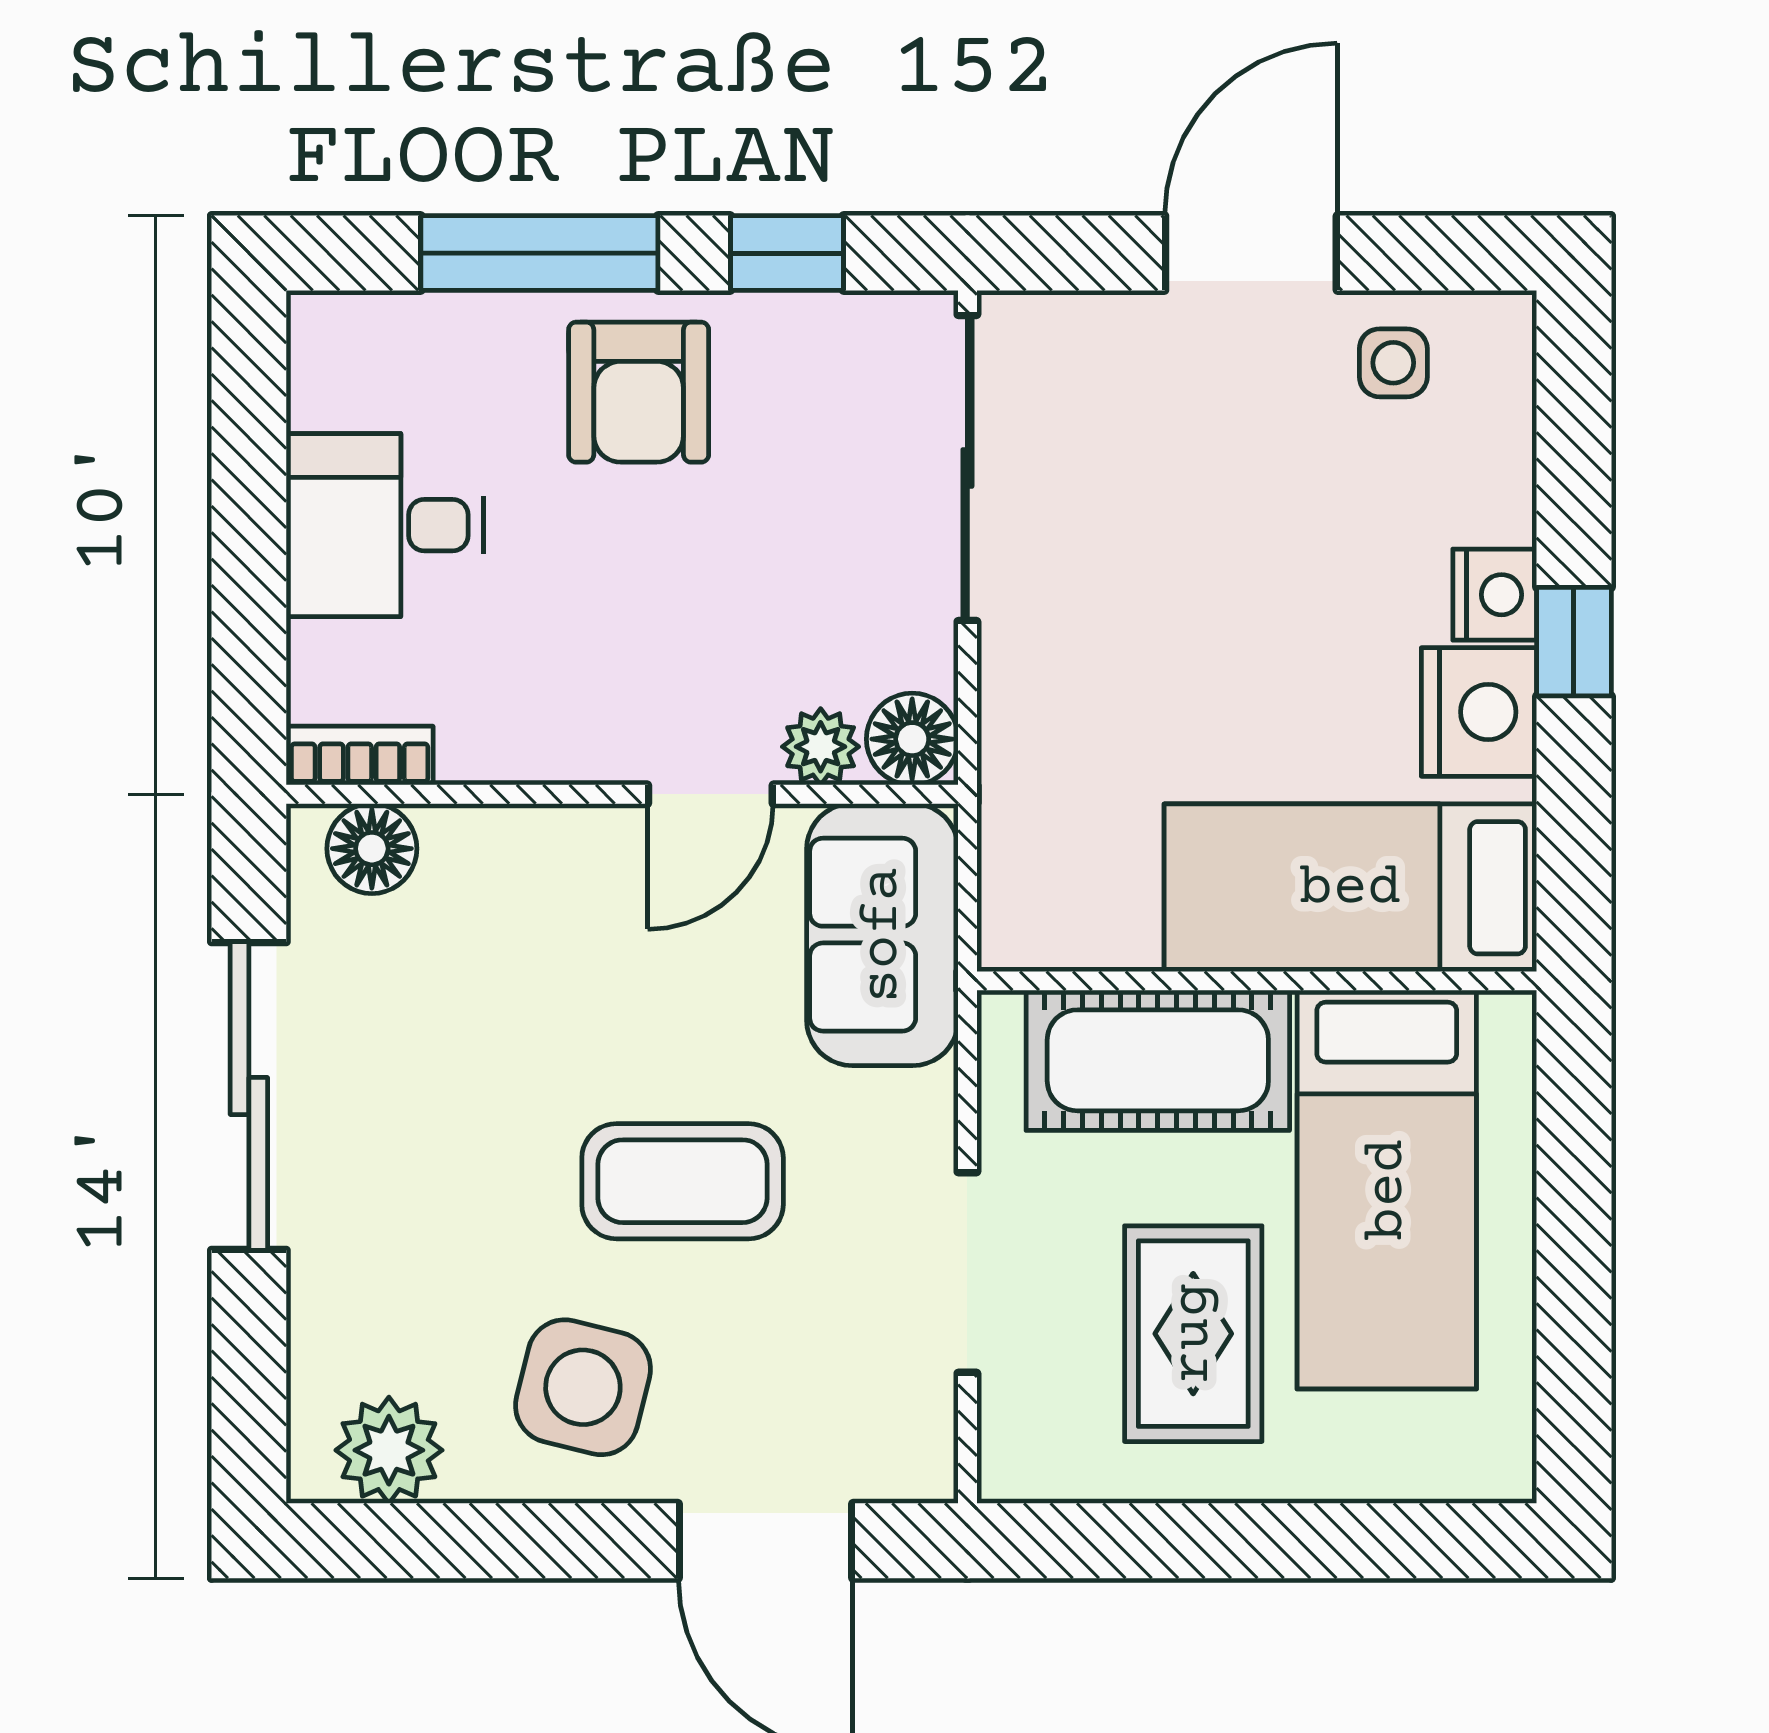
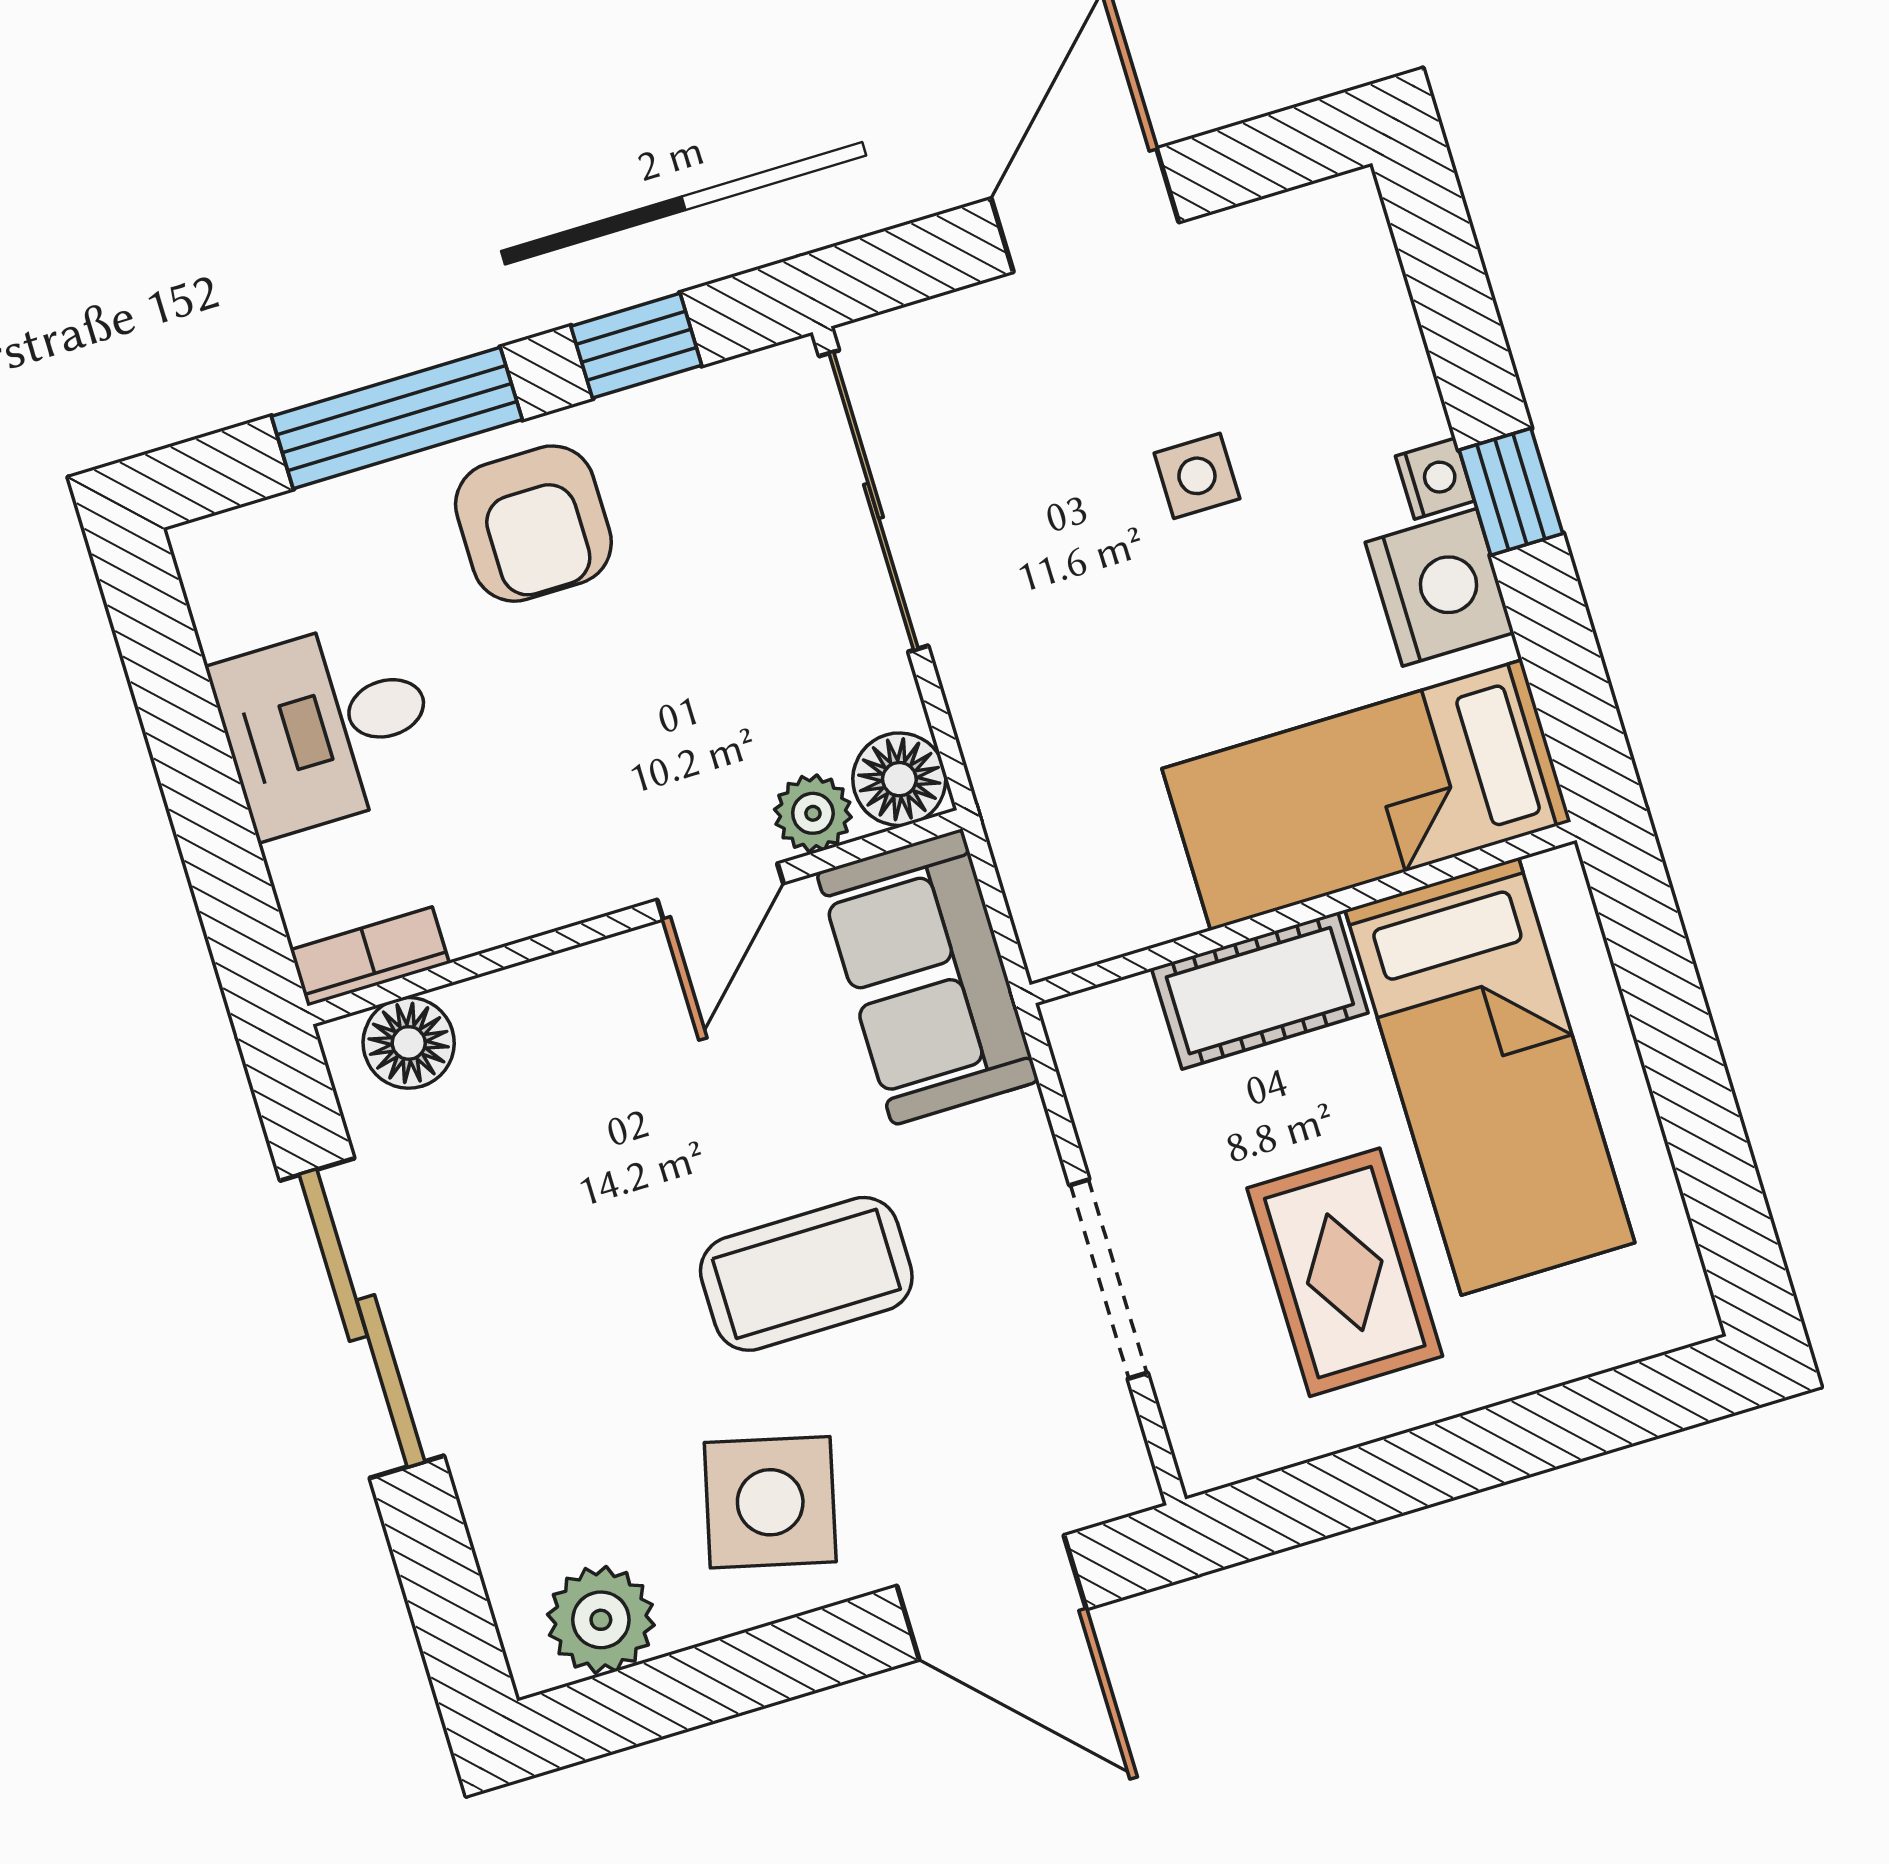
side table: (1393, 363) -> (1197, 476), moved
nightstand: (1495, 595) -> (1435, 479), width x0.72, depth x0.74
cot: (1158, 1060) -> (1260, 991), width x0.73, depth x0.75

